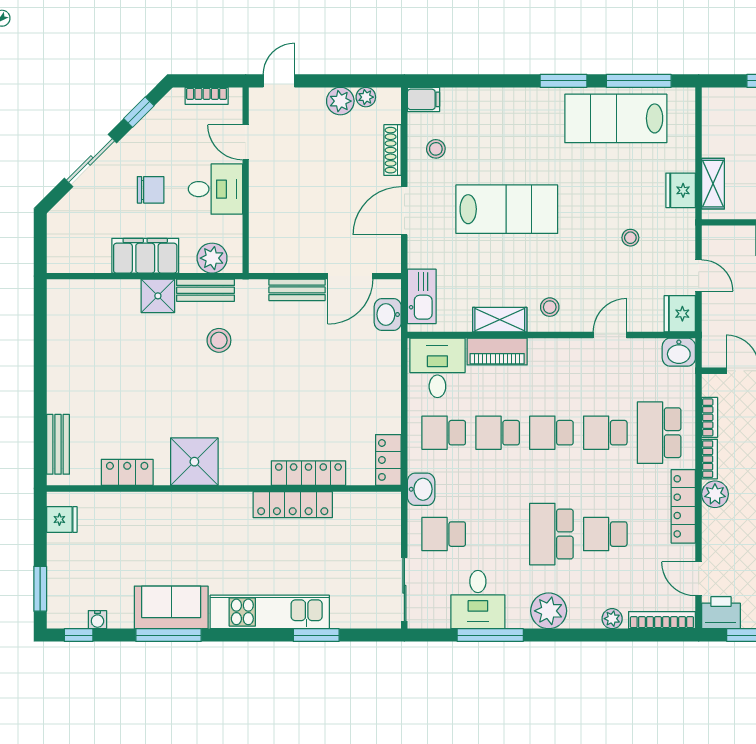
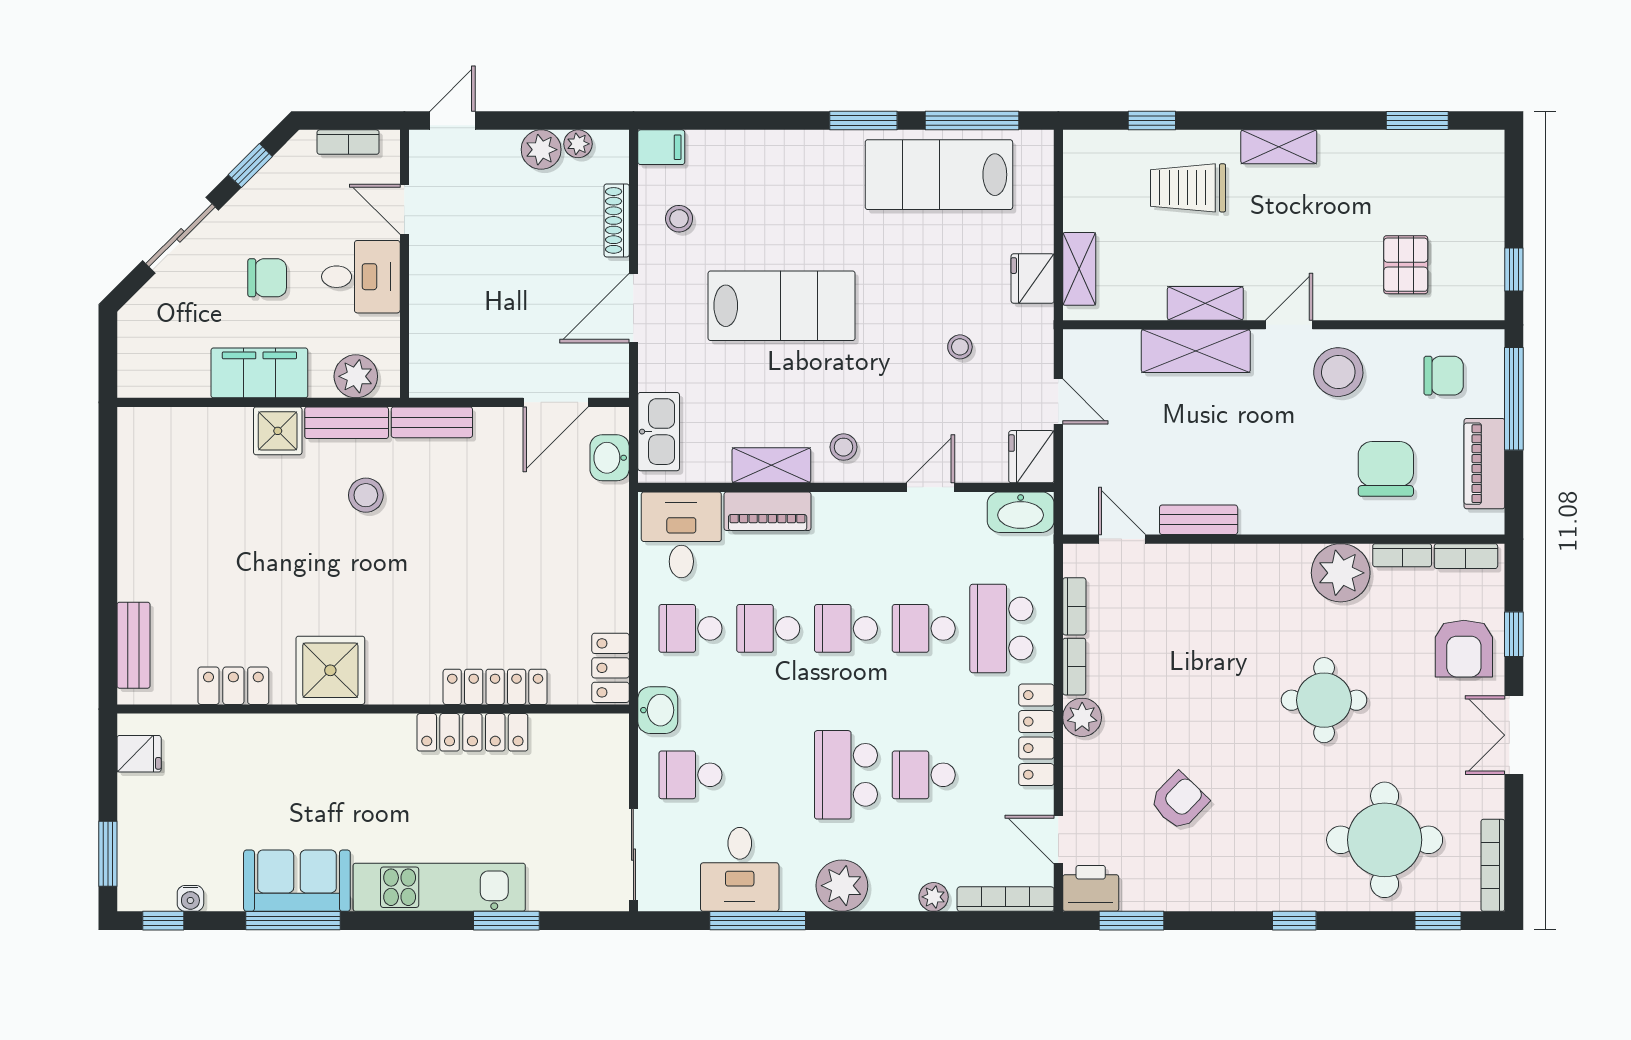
bench: (297, 290) -> (432, 422), moved
washbasin: (679, 352) -> (1021, 512), width x1.38

